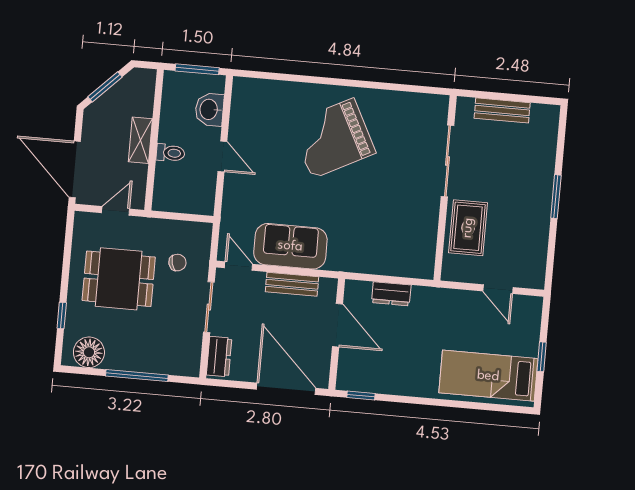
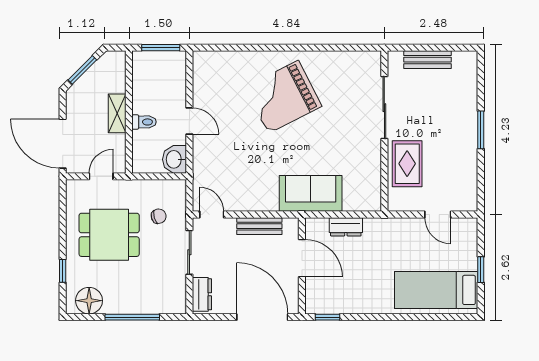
washbasin: (209, 109) -> (174, 159), moved
sofa: (290, 246) -> (311, 193), moved

